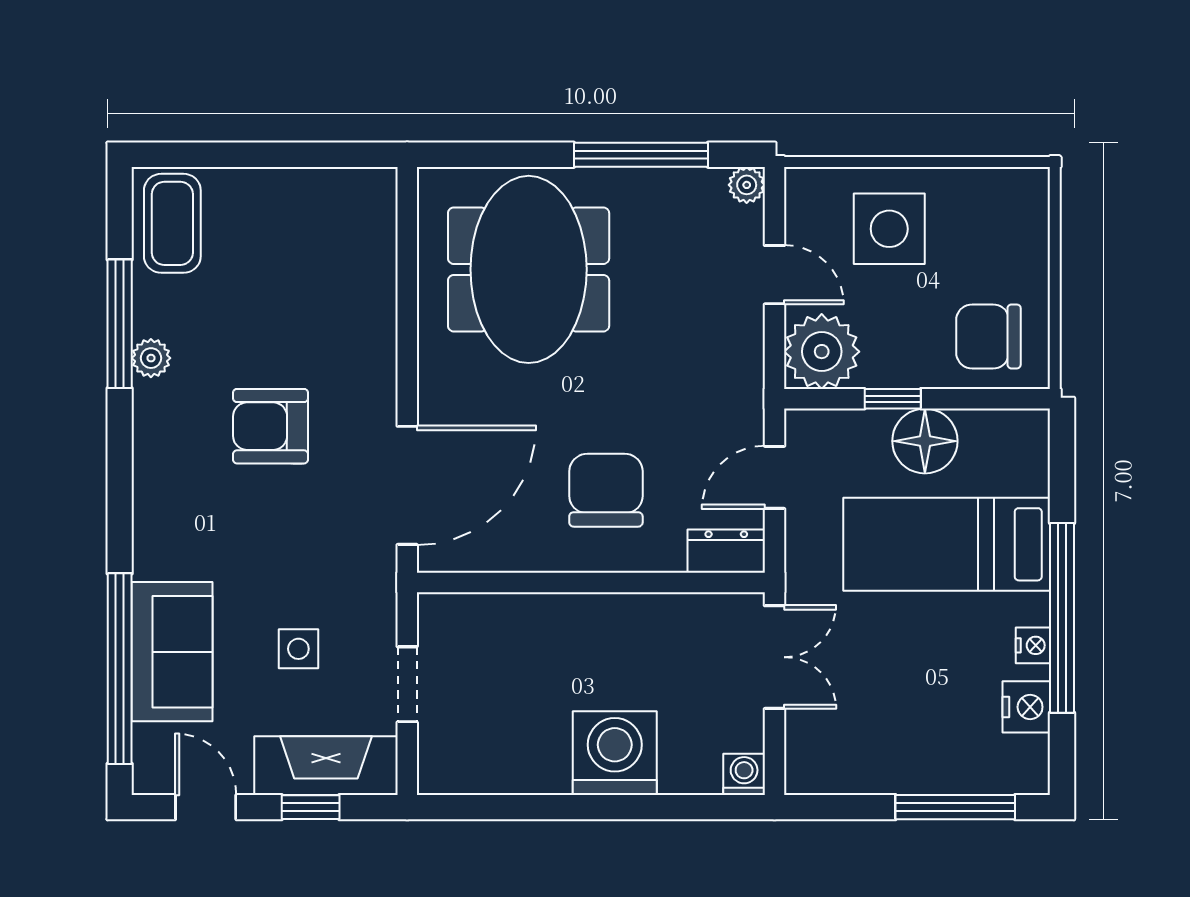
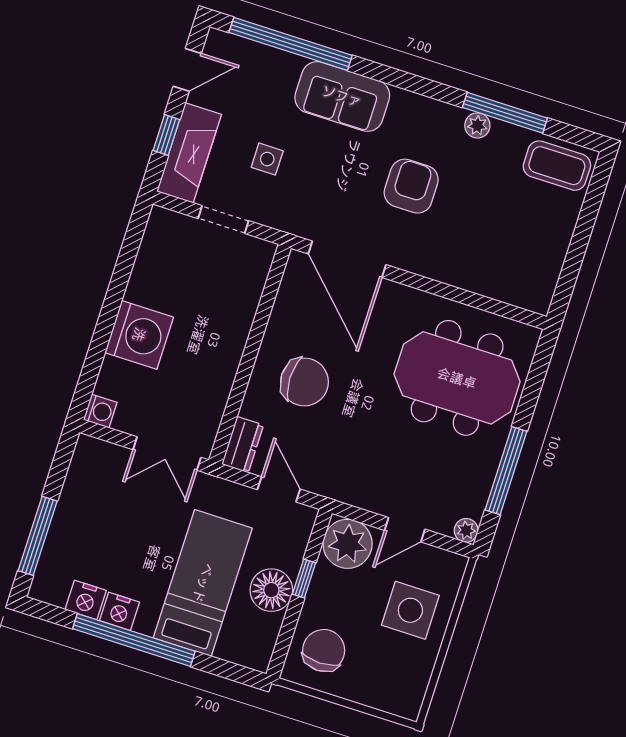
nightstand: (1033, 645) -> (120, 611), width x1.39, depth x1.35
sofa: (172, 652) -> (342, 96), moved

